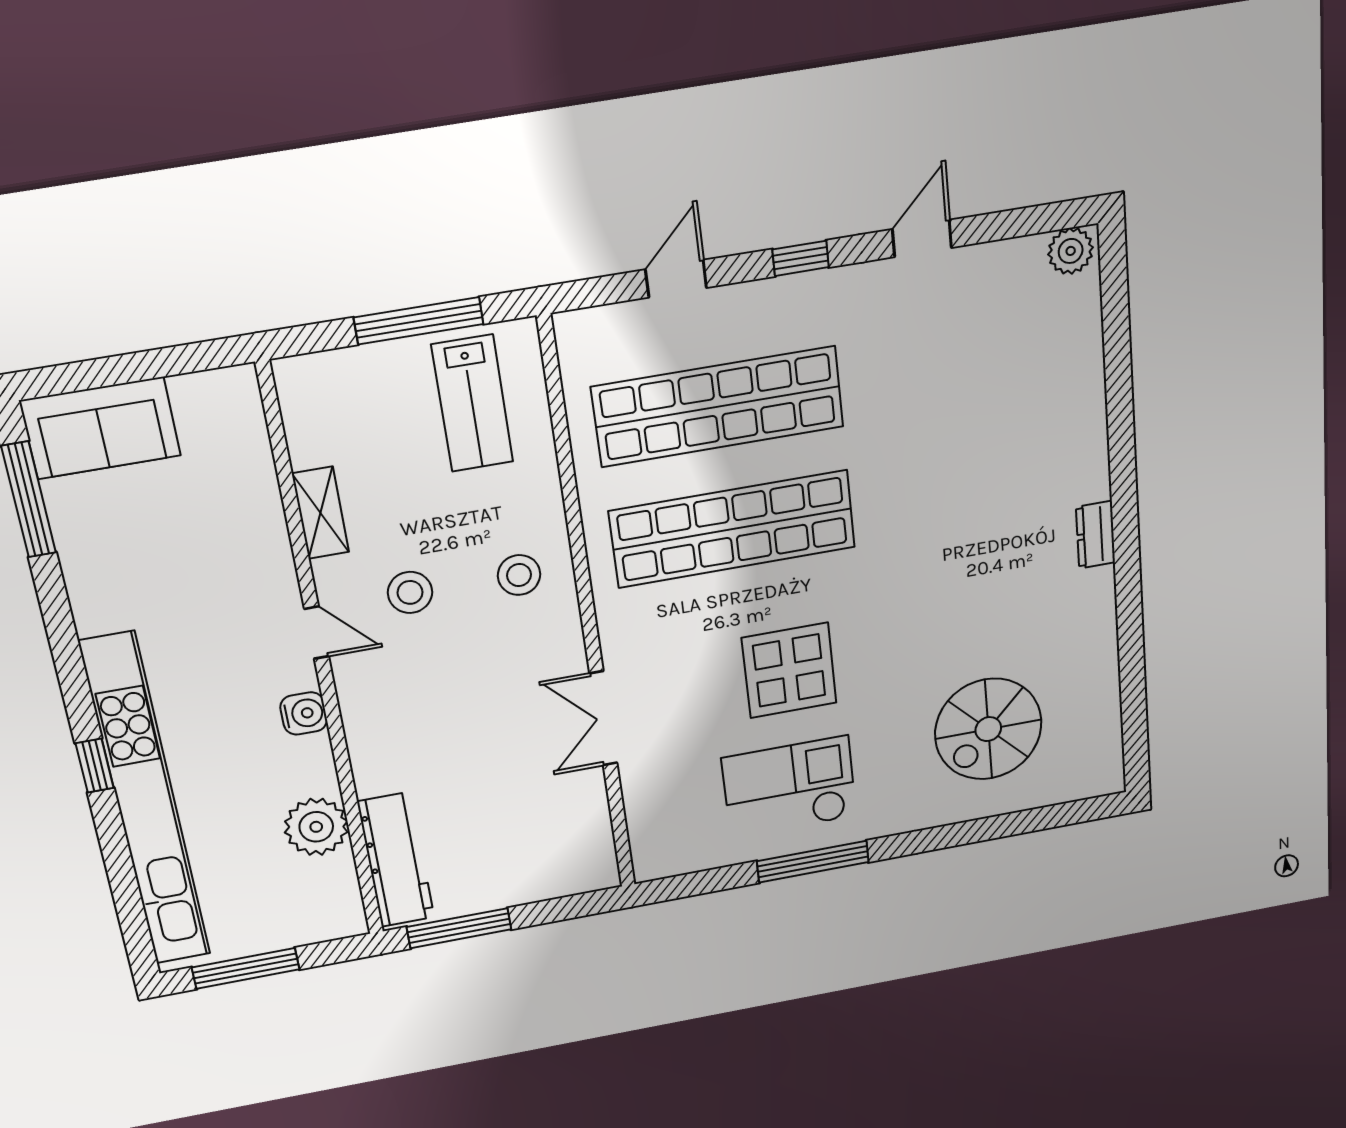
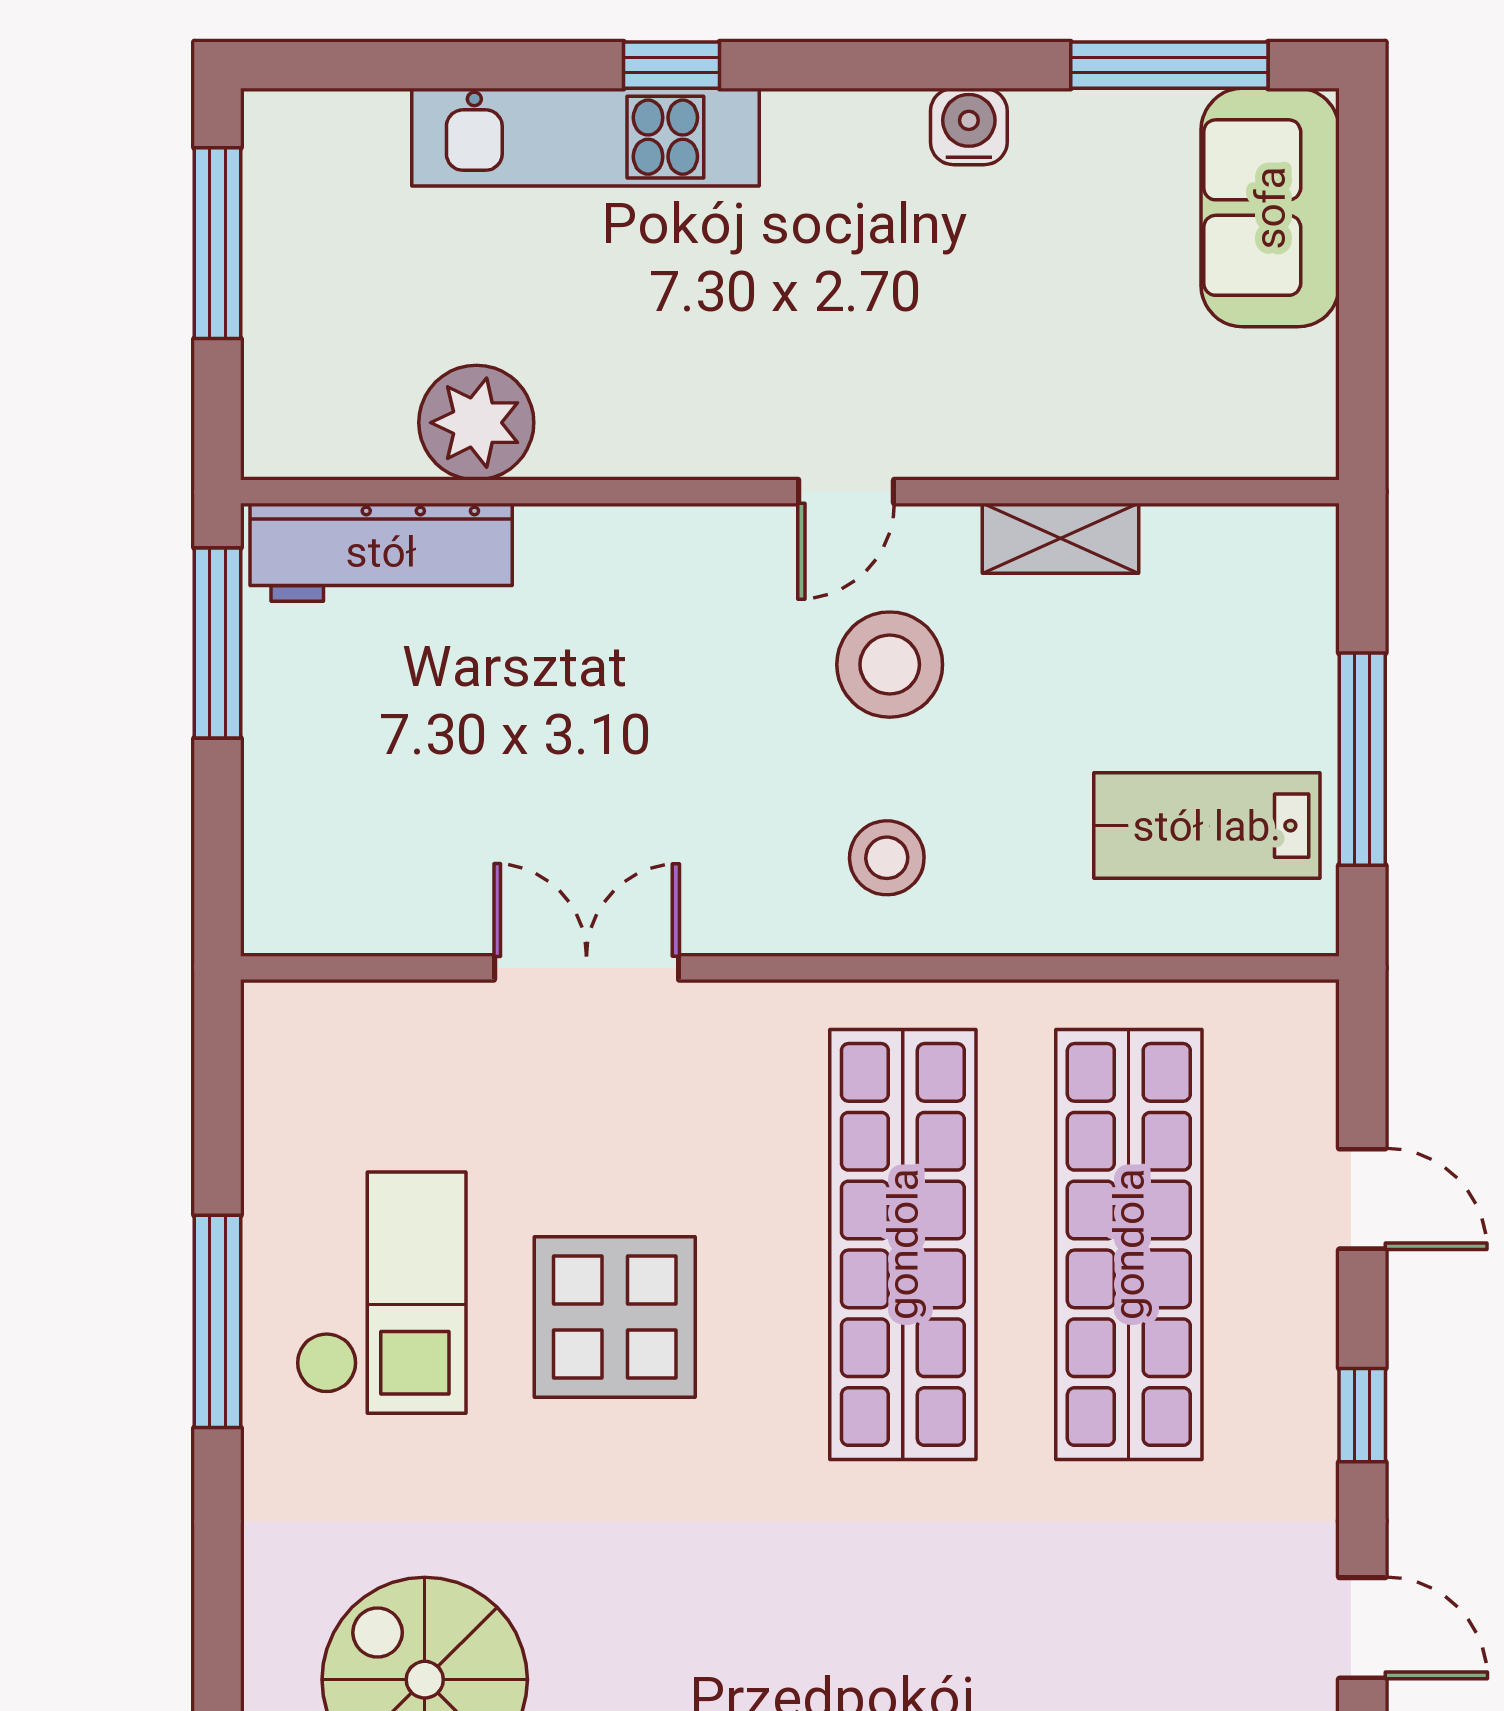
stool: (410, 592) -> (890, 665), width x1.38, depth x1.38
water cooler: (304, 713) -> (969, 126), moved, turned 180
kitchen unit: (146, 802) -> (585, 137), width x0.54

